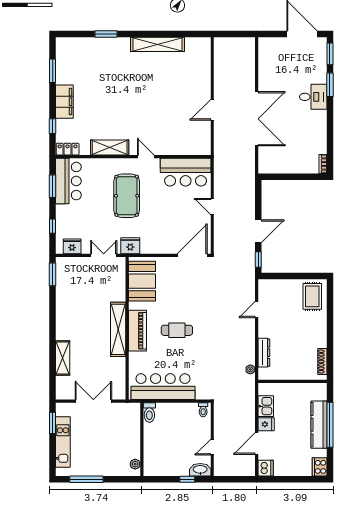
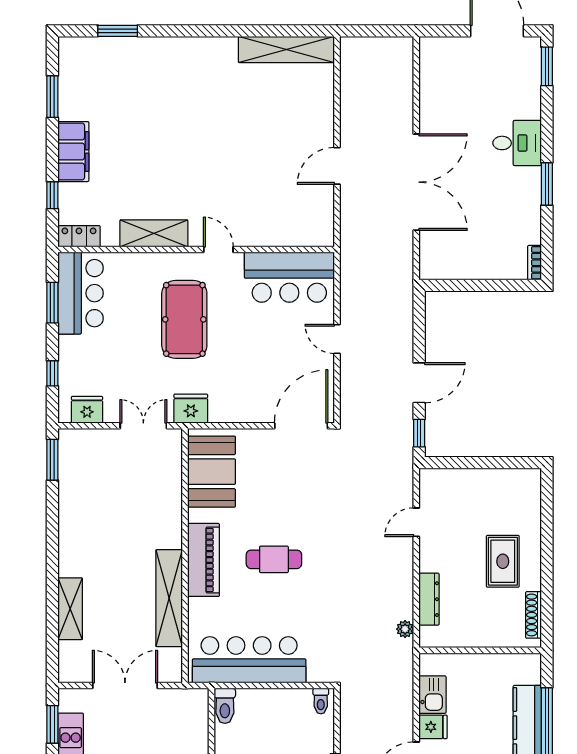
window: (106, 34) -> (118, 31), moved
shelving: (158, 44) -> (286, 49), moved
window: (330, 85) -> (547, 184), moved
rug: (312, 296) -> (503, 561), moved
shelving: (118, 329) -> (169, 598), moved

